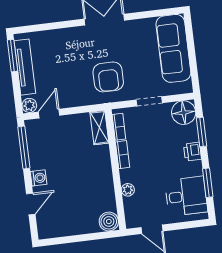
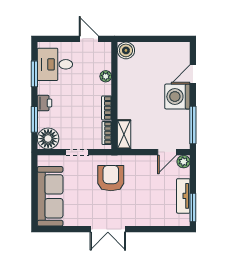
tv unit: (25, 67) -> (183, 196), width x0.71
washing machine: (38, 178) -> (177, 97), width x1.89, depth x1.89

